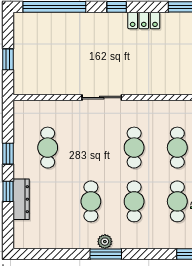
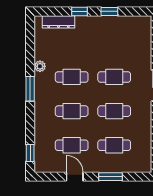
cafe table: (48, 148) -> (114, 77), moved
dresser: (21, 199) -> (58, 22), moved
plant: (105, 242) -> (40, 66), moved

